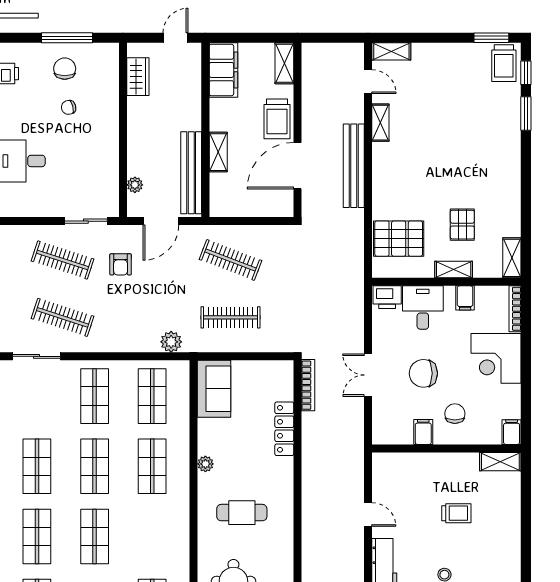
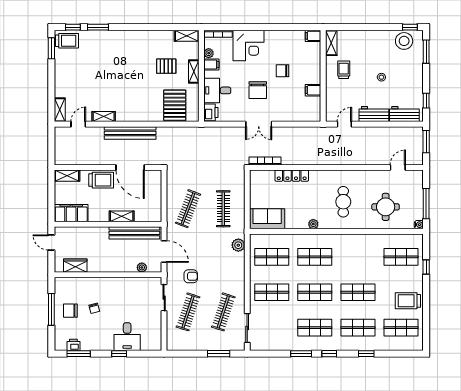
plant: (484, 294) -> (209, 53), added
filing cabinet: (423, 432) -> (313, 90), moved
filing cabinet: (512, 432) -> (313, 36), moved
wall: (446, 448) -> (323, 76), moved
shelving: (500, 462) -> (331, 43), moved

